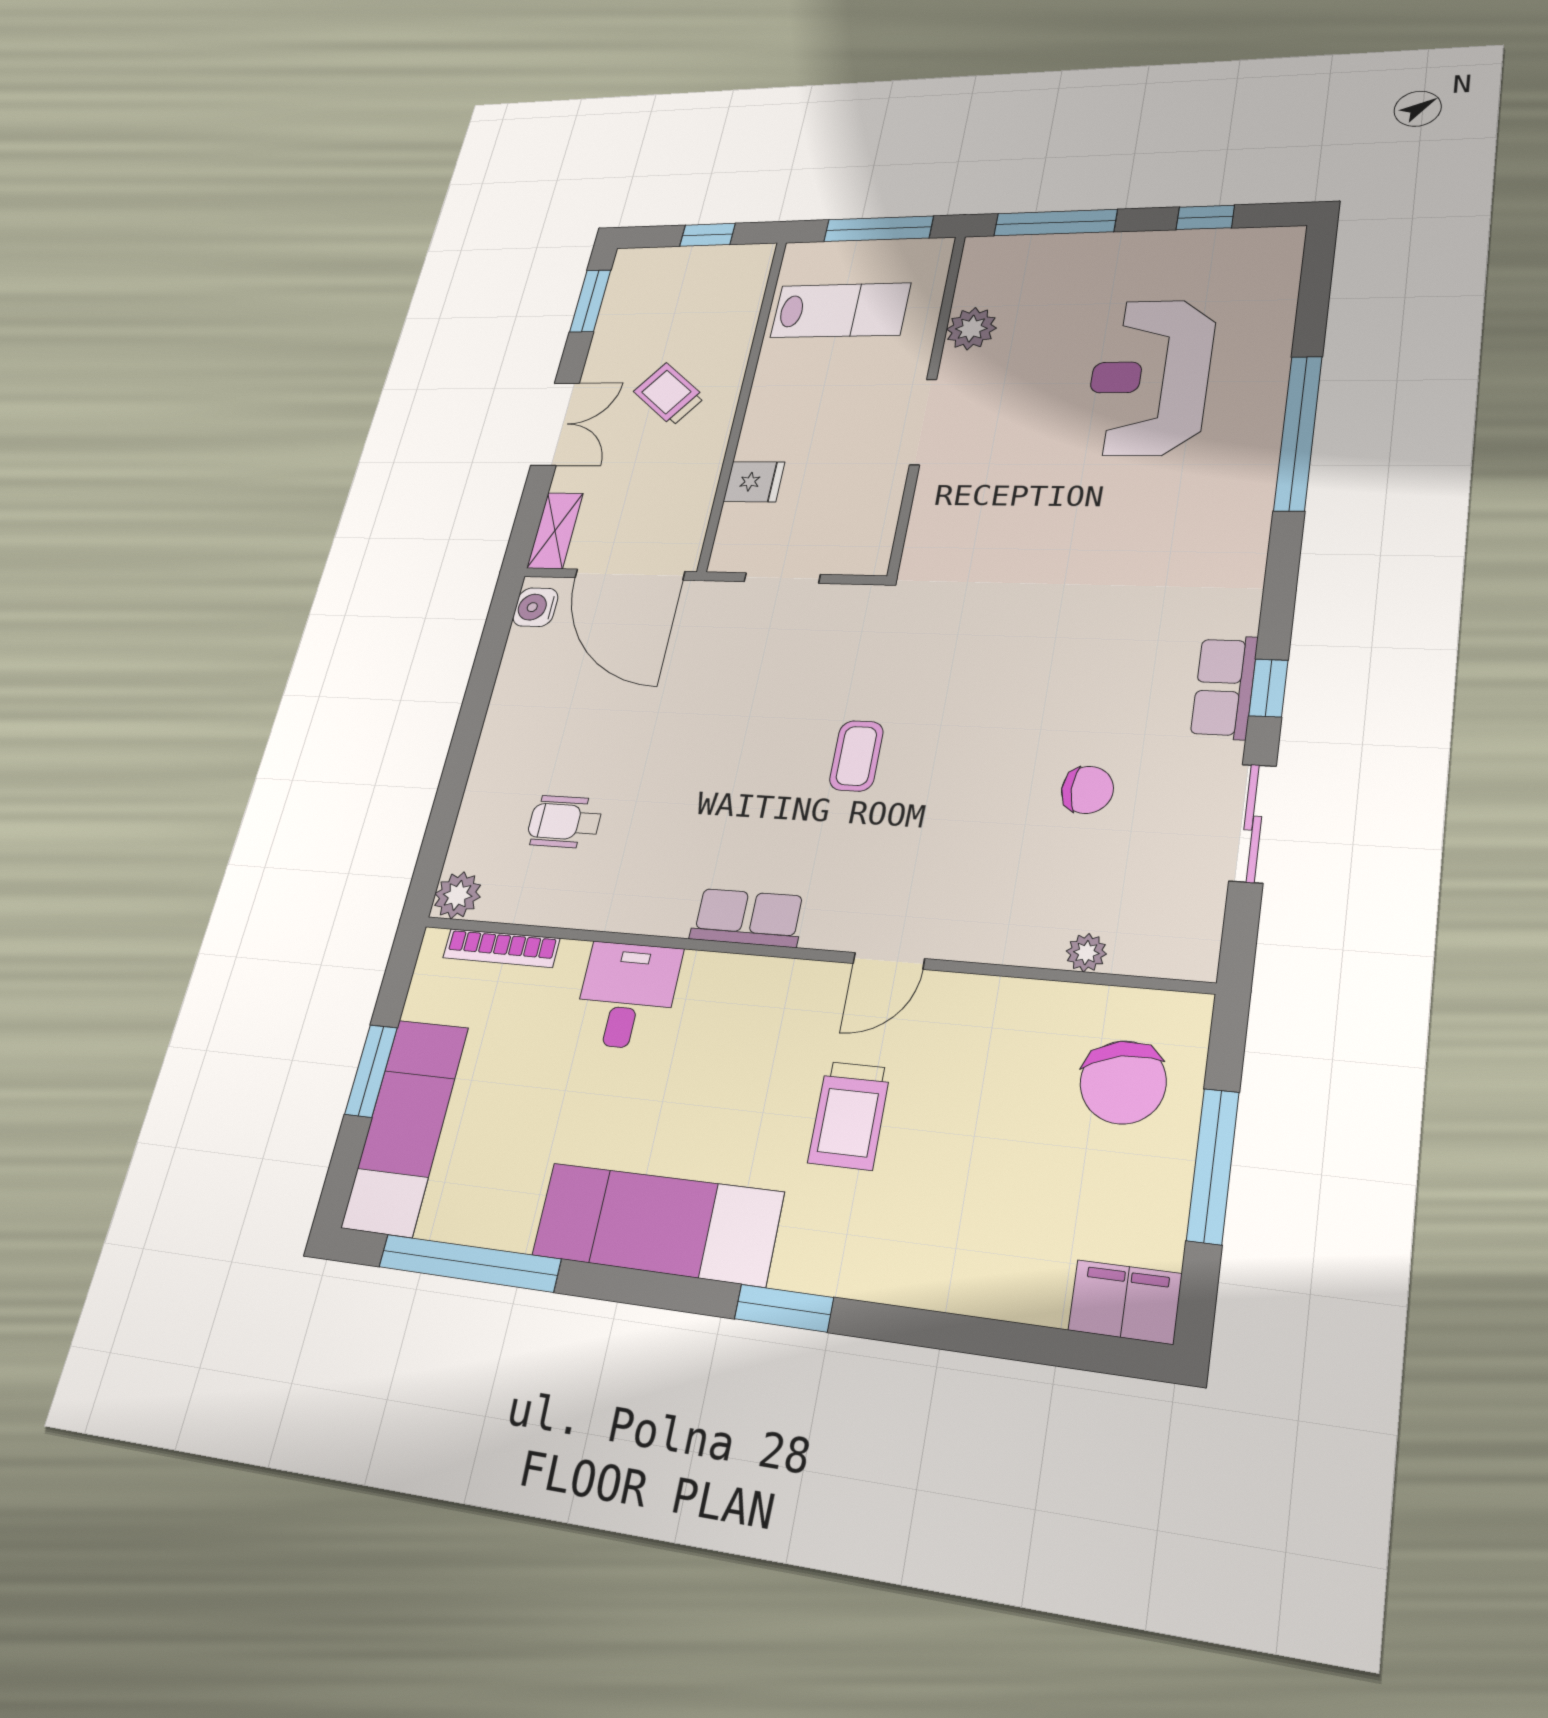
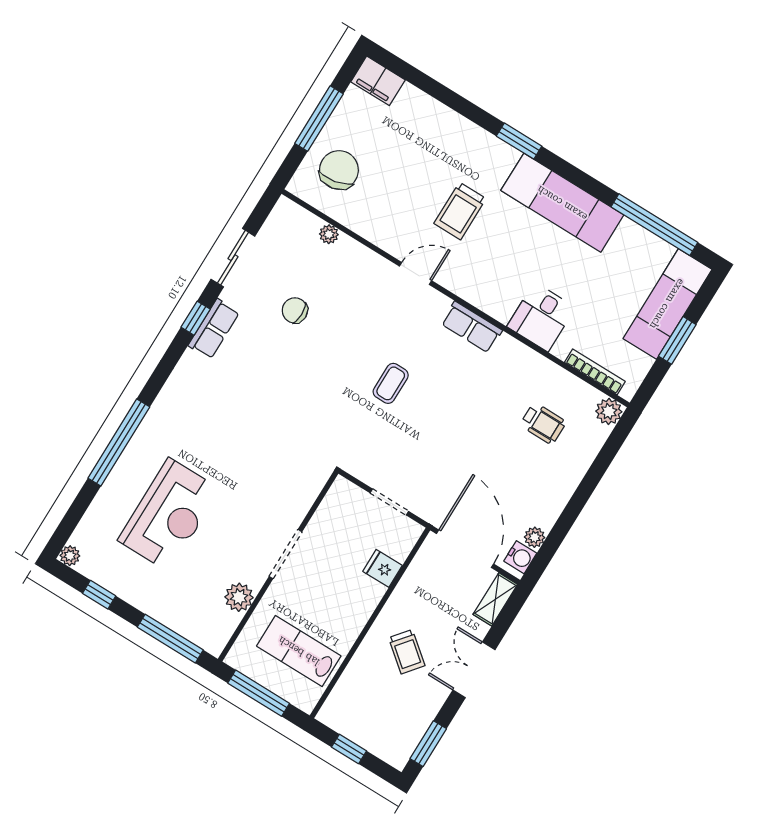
plant: (1286, 241) -> (70, 556), added
plant: (522, 646) -> (535, 537), added
trolley: (849, 1115) -> (460, 211), turned 180

